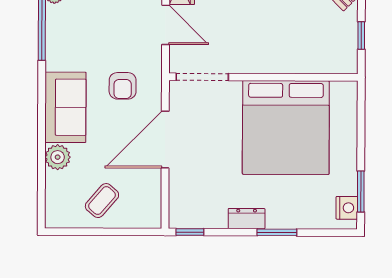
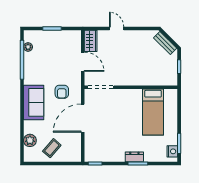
bed: (286, 127) -> (153, 112), width x0.49
plant: (58, 157) -> (30, 140), moved
dresser: (247, 219) -> (134, 157), moved

